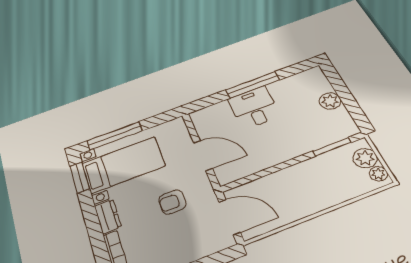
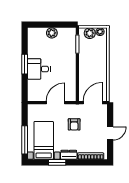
window: (253, 85) -> (25, 64), width x0.69
window: (80, 177) -> (57, 162), moved

